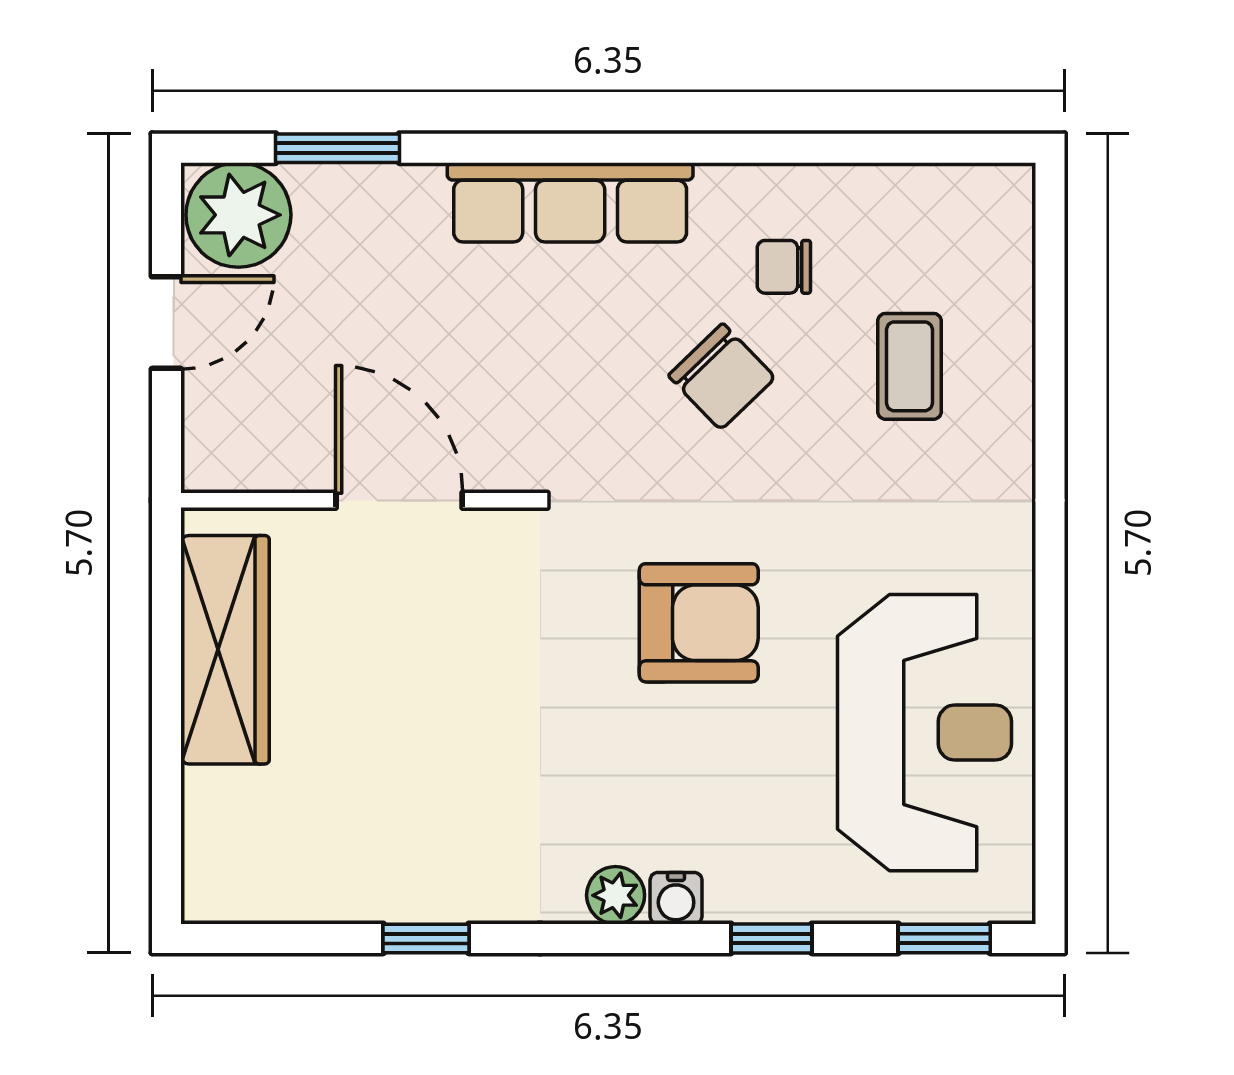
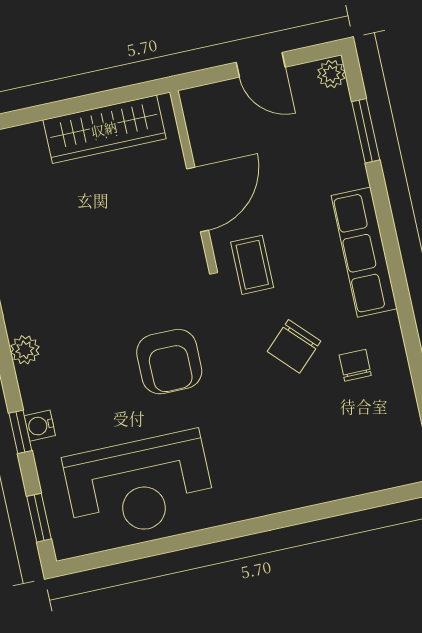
plant: (238, 215) -> (331, 74), width x0.53, depth x0.53
coffee table: (909, 366) -> (252, 265), moved, turned 90
water cooler: (676, 898) -> (40, 426), moved

